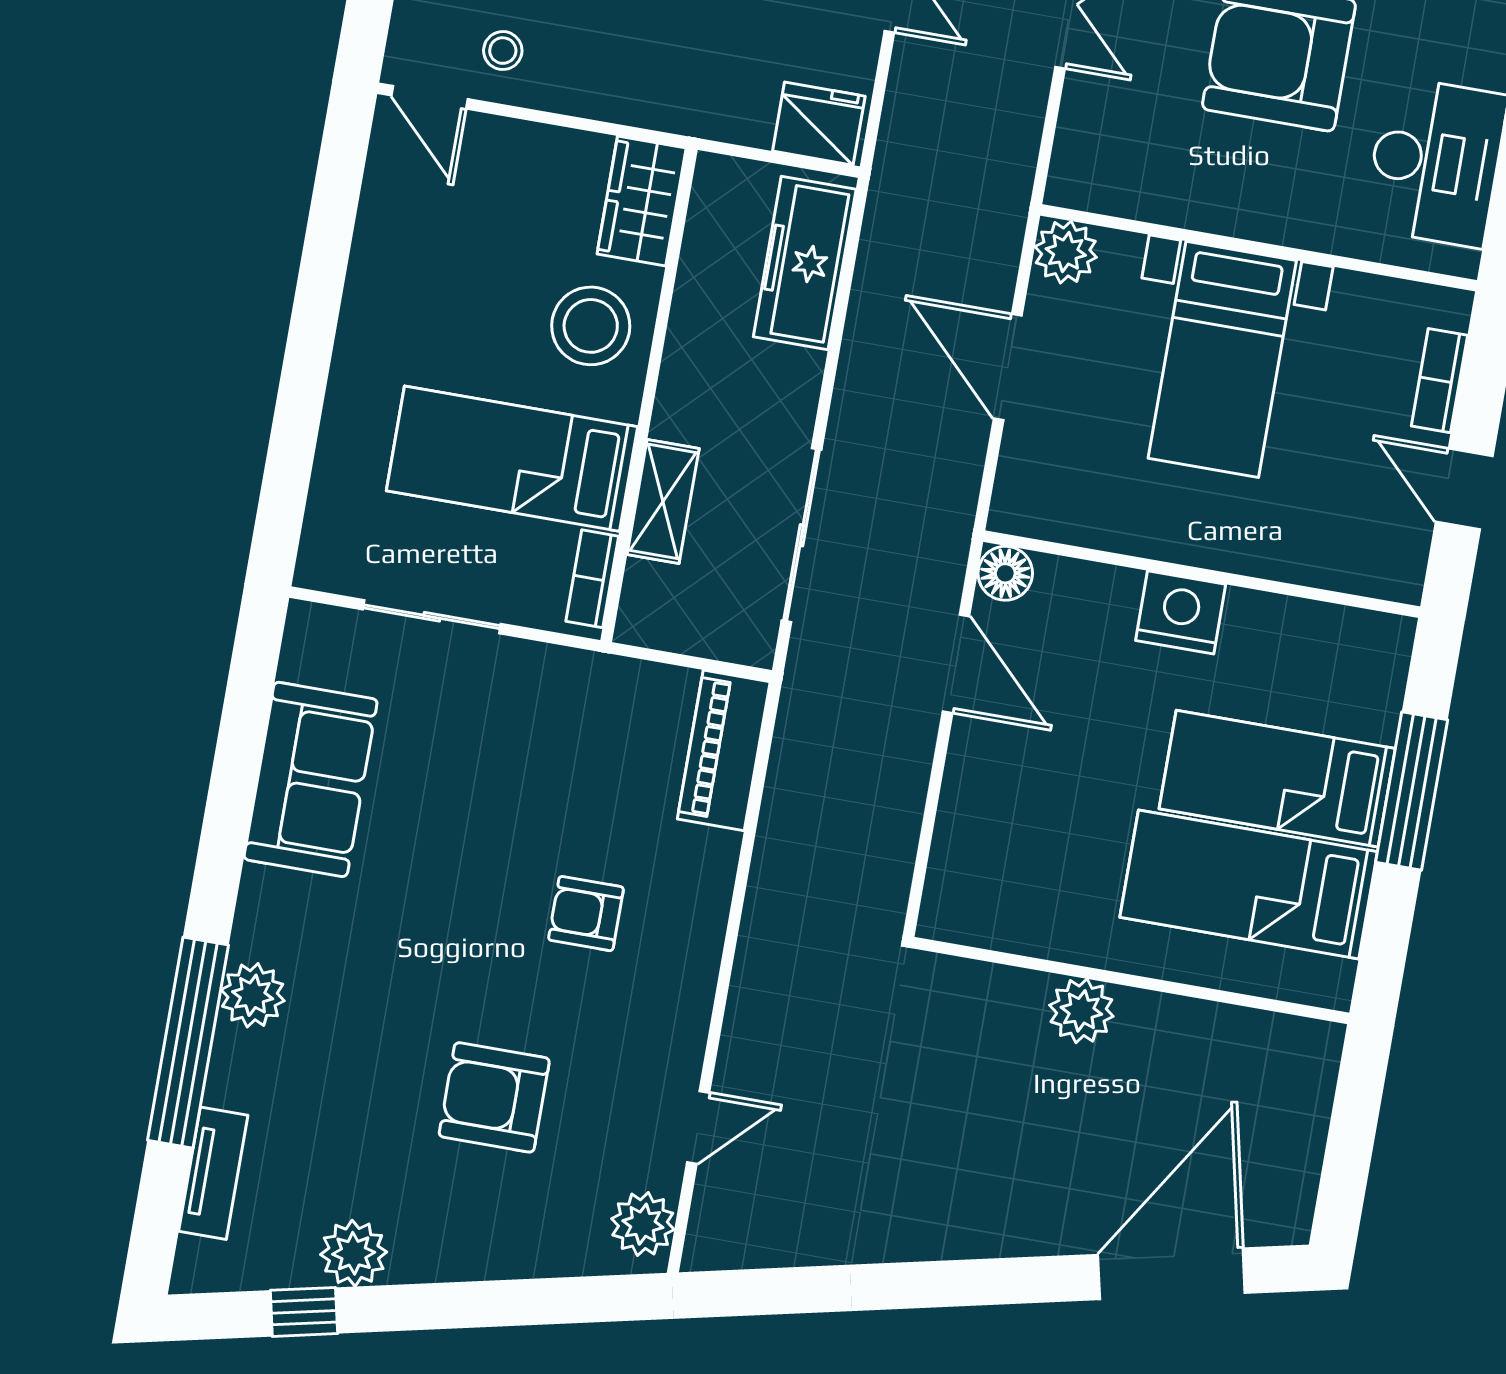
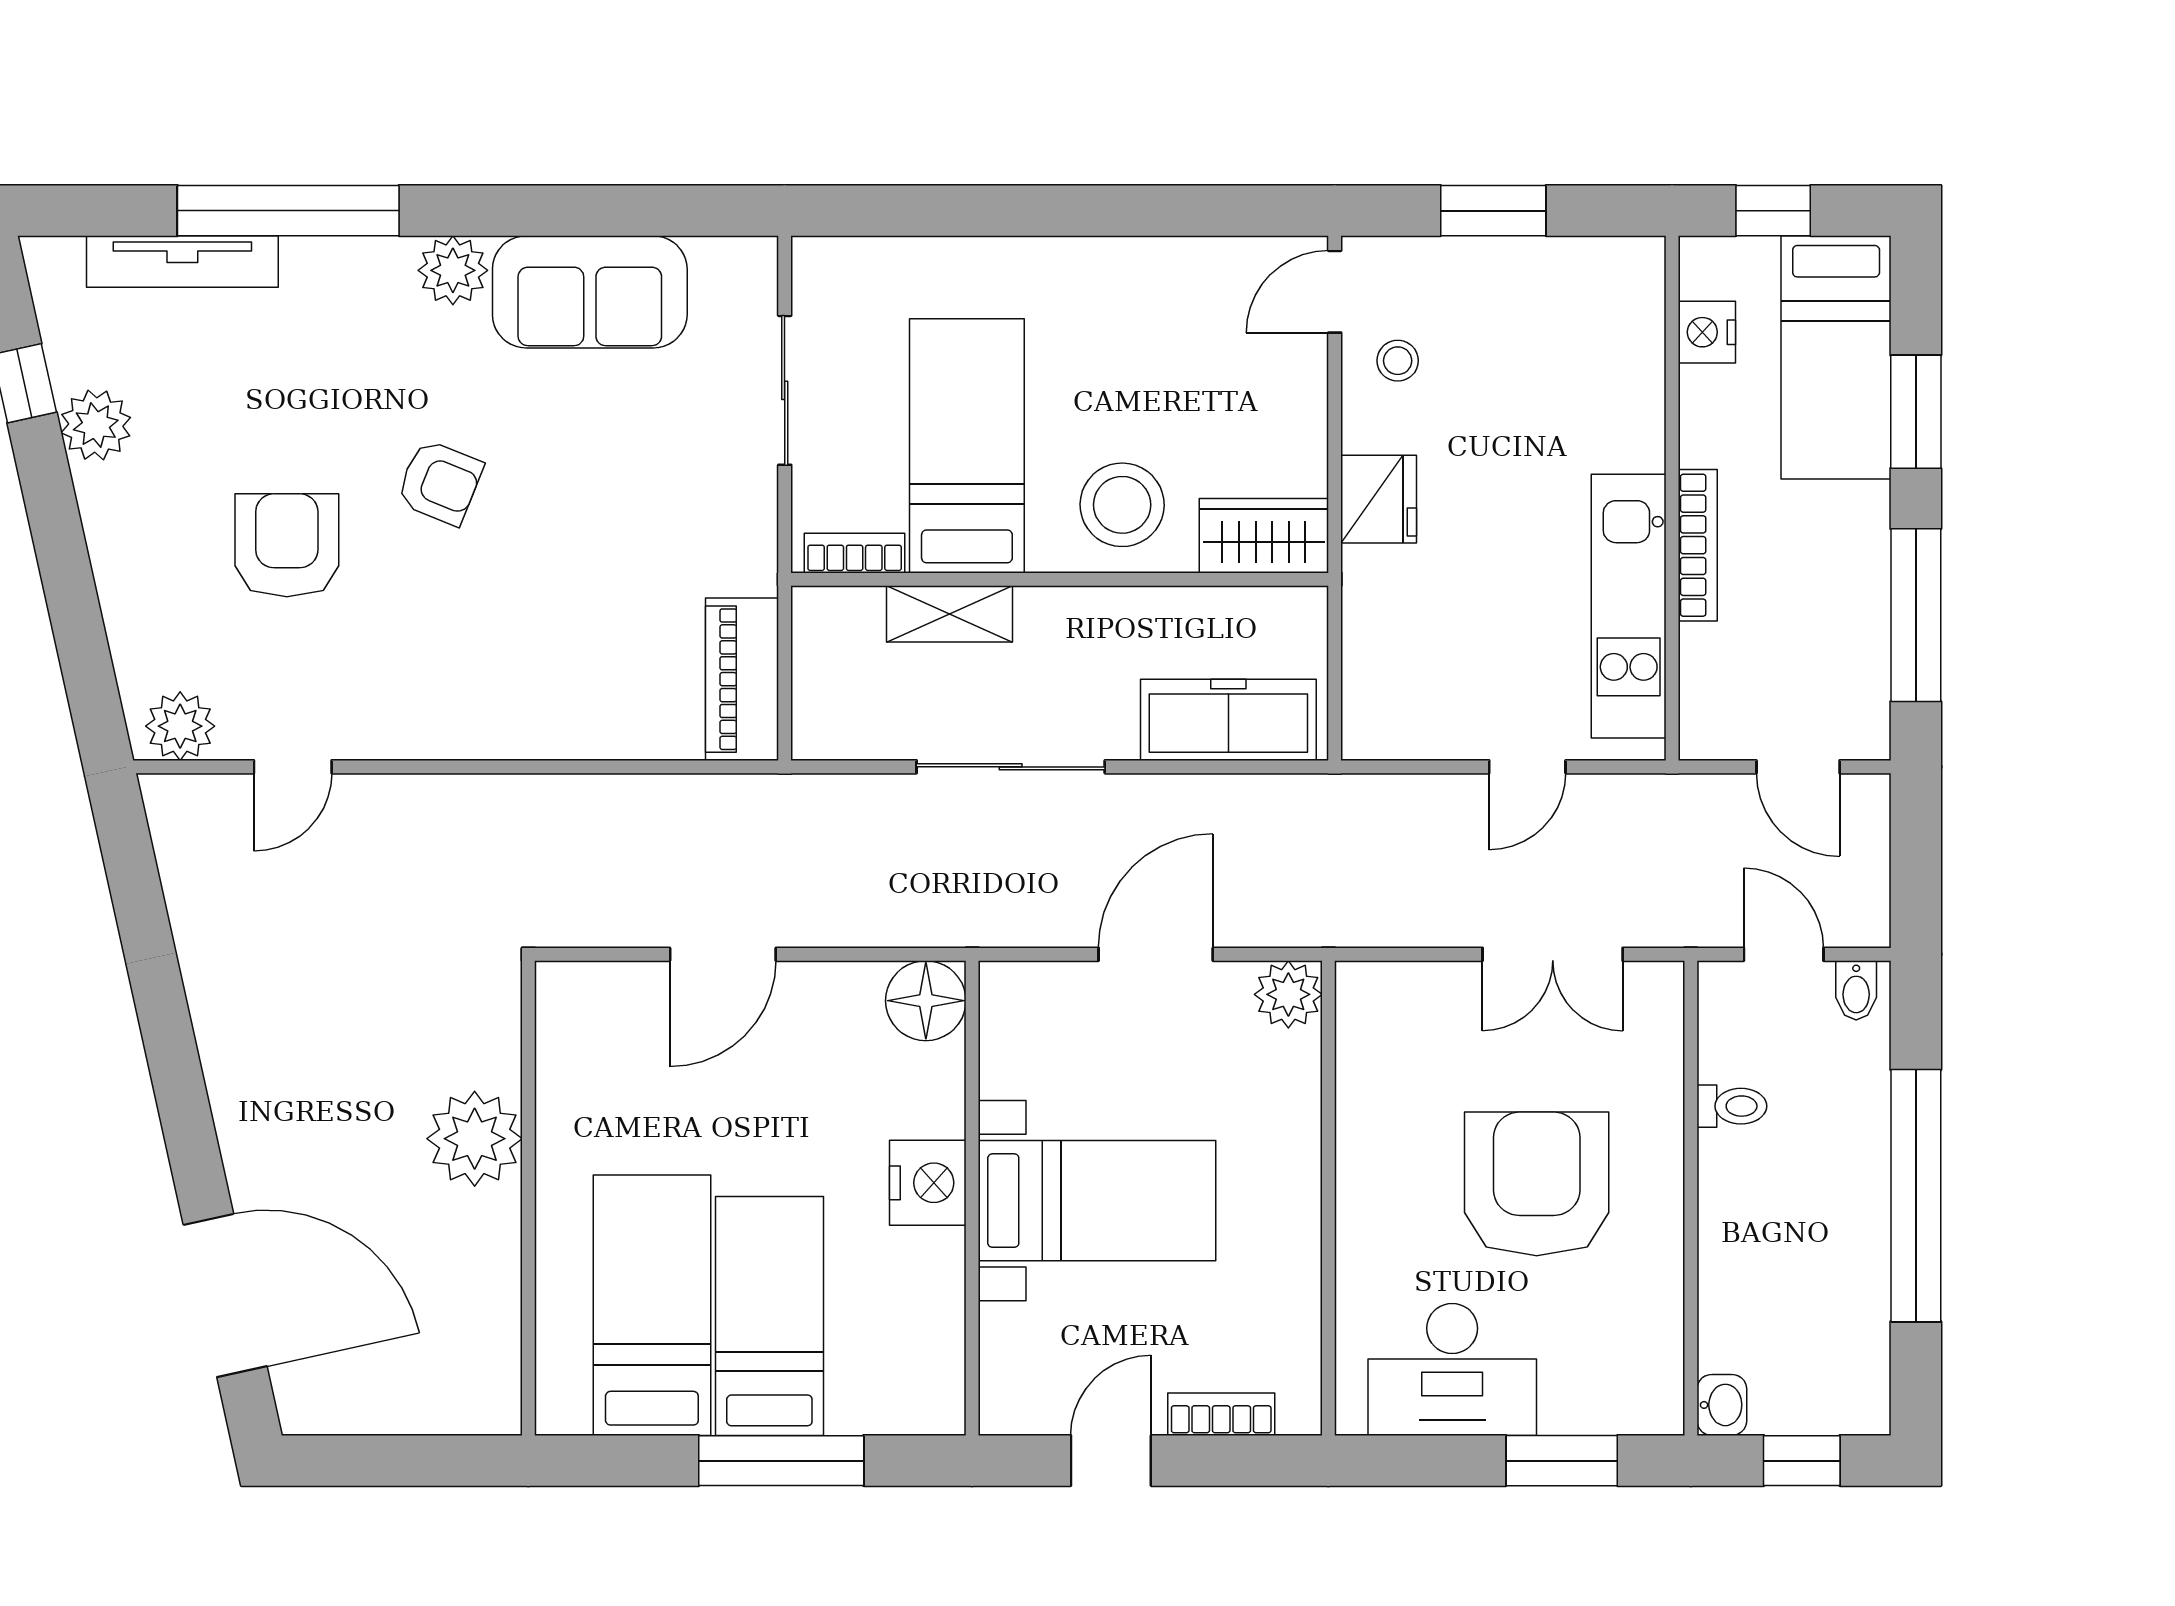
fridge: (819, 124) -> (1379, 499), moved
bed with nightstands: (1222, 359) -> (1097, 1201), moved, turned 180
sliding door: (802, 535) -> (1011, 767), moved
floor lamp: (1005, 573) -> (926, 1001), width x1.38, depth x1.38
door: (956, 664) -> (723, 954), moved
piano: (724, 750) -> (742, 679), moved, turned -90
armchair: (586, 914) -> (440, 482), moved, turned 112
plant: (253, 995) -> (453, 270), moved
plant: (1081, 1011) -> (475, 1139), width x1.36, depth x1.36
door: (698, 1127) -> (293, 767), hinge flipped
tv unit: (213, 1173) -> (182, 262), width x1.41

